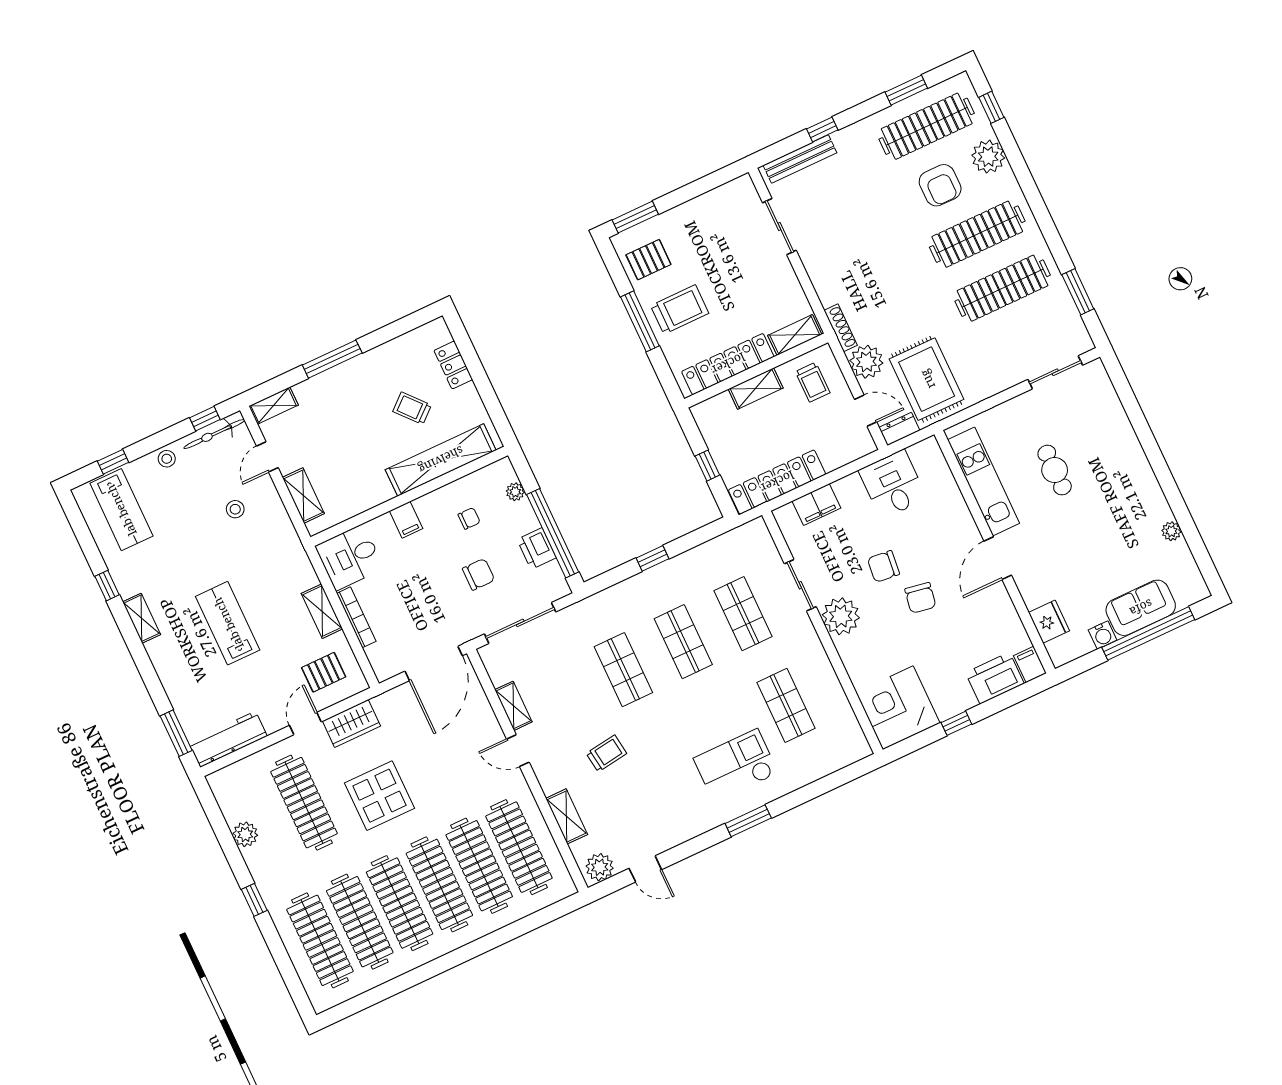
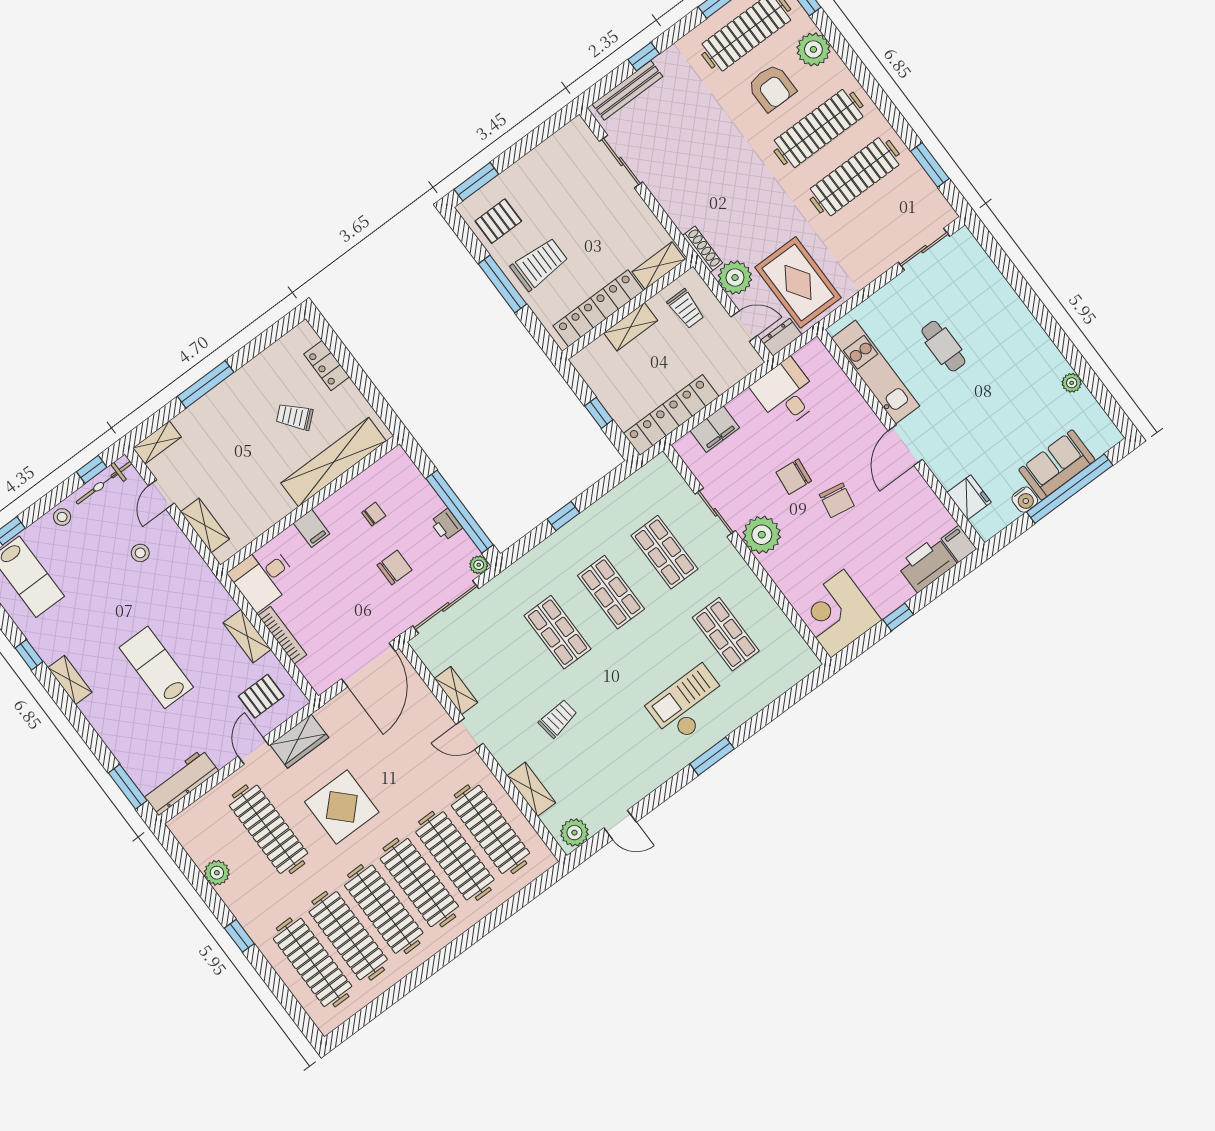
plant: (515, 492) -> (479, 565), moved
printer: (537, 549) -> (446, 525), width x0.73, depth x0.81

